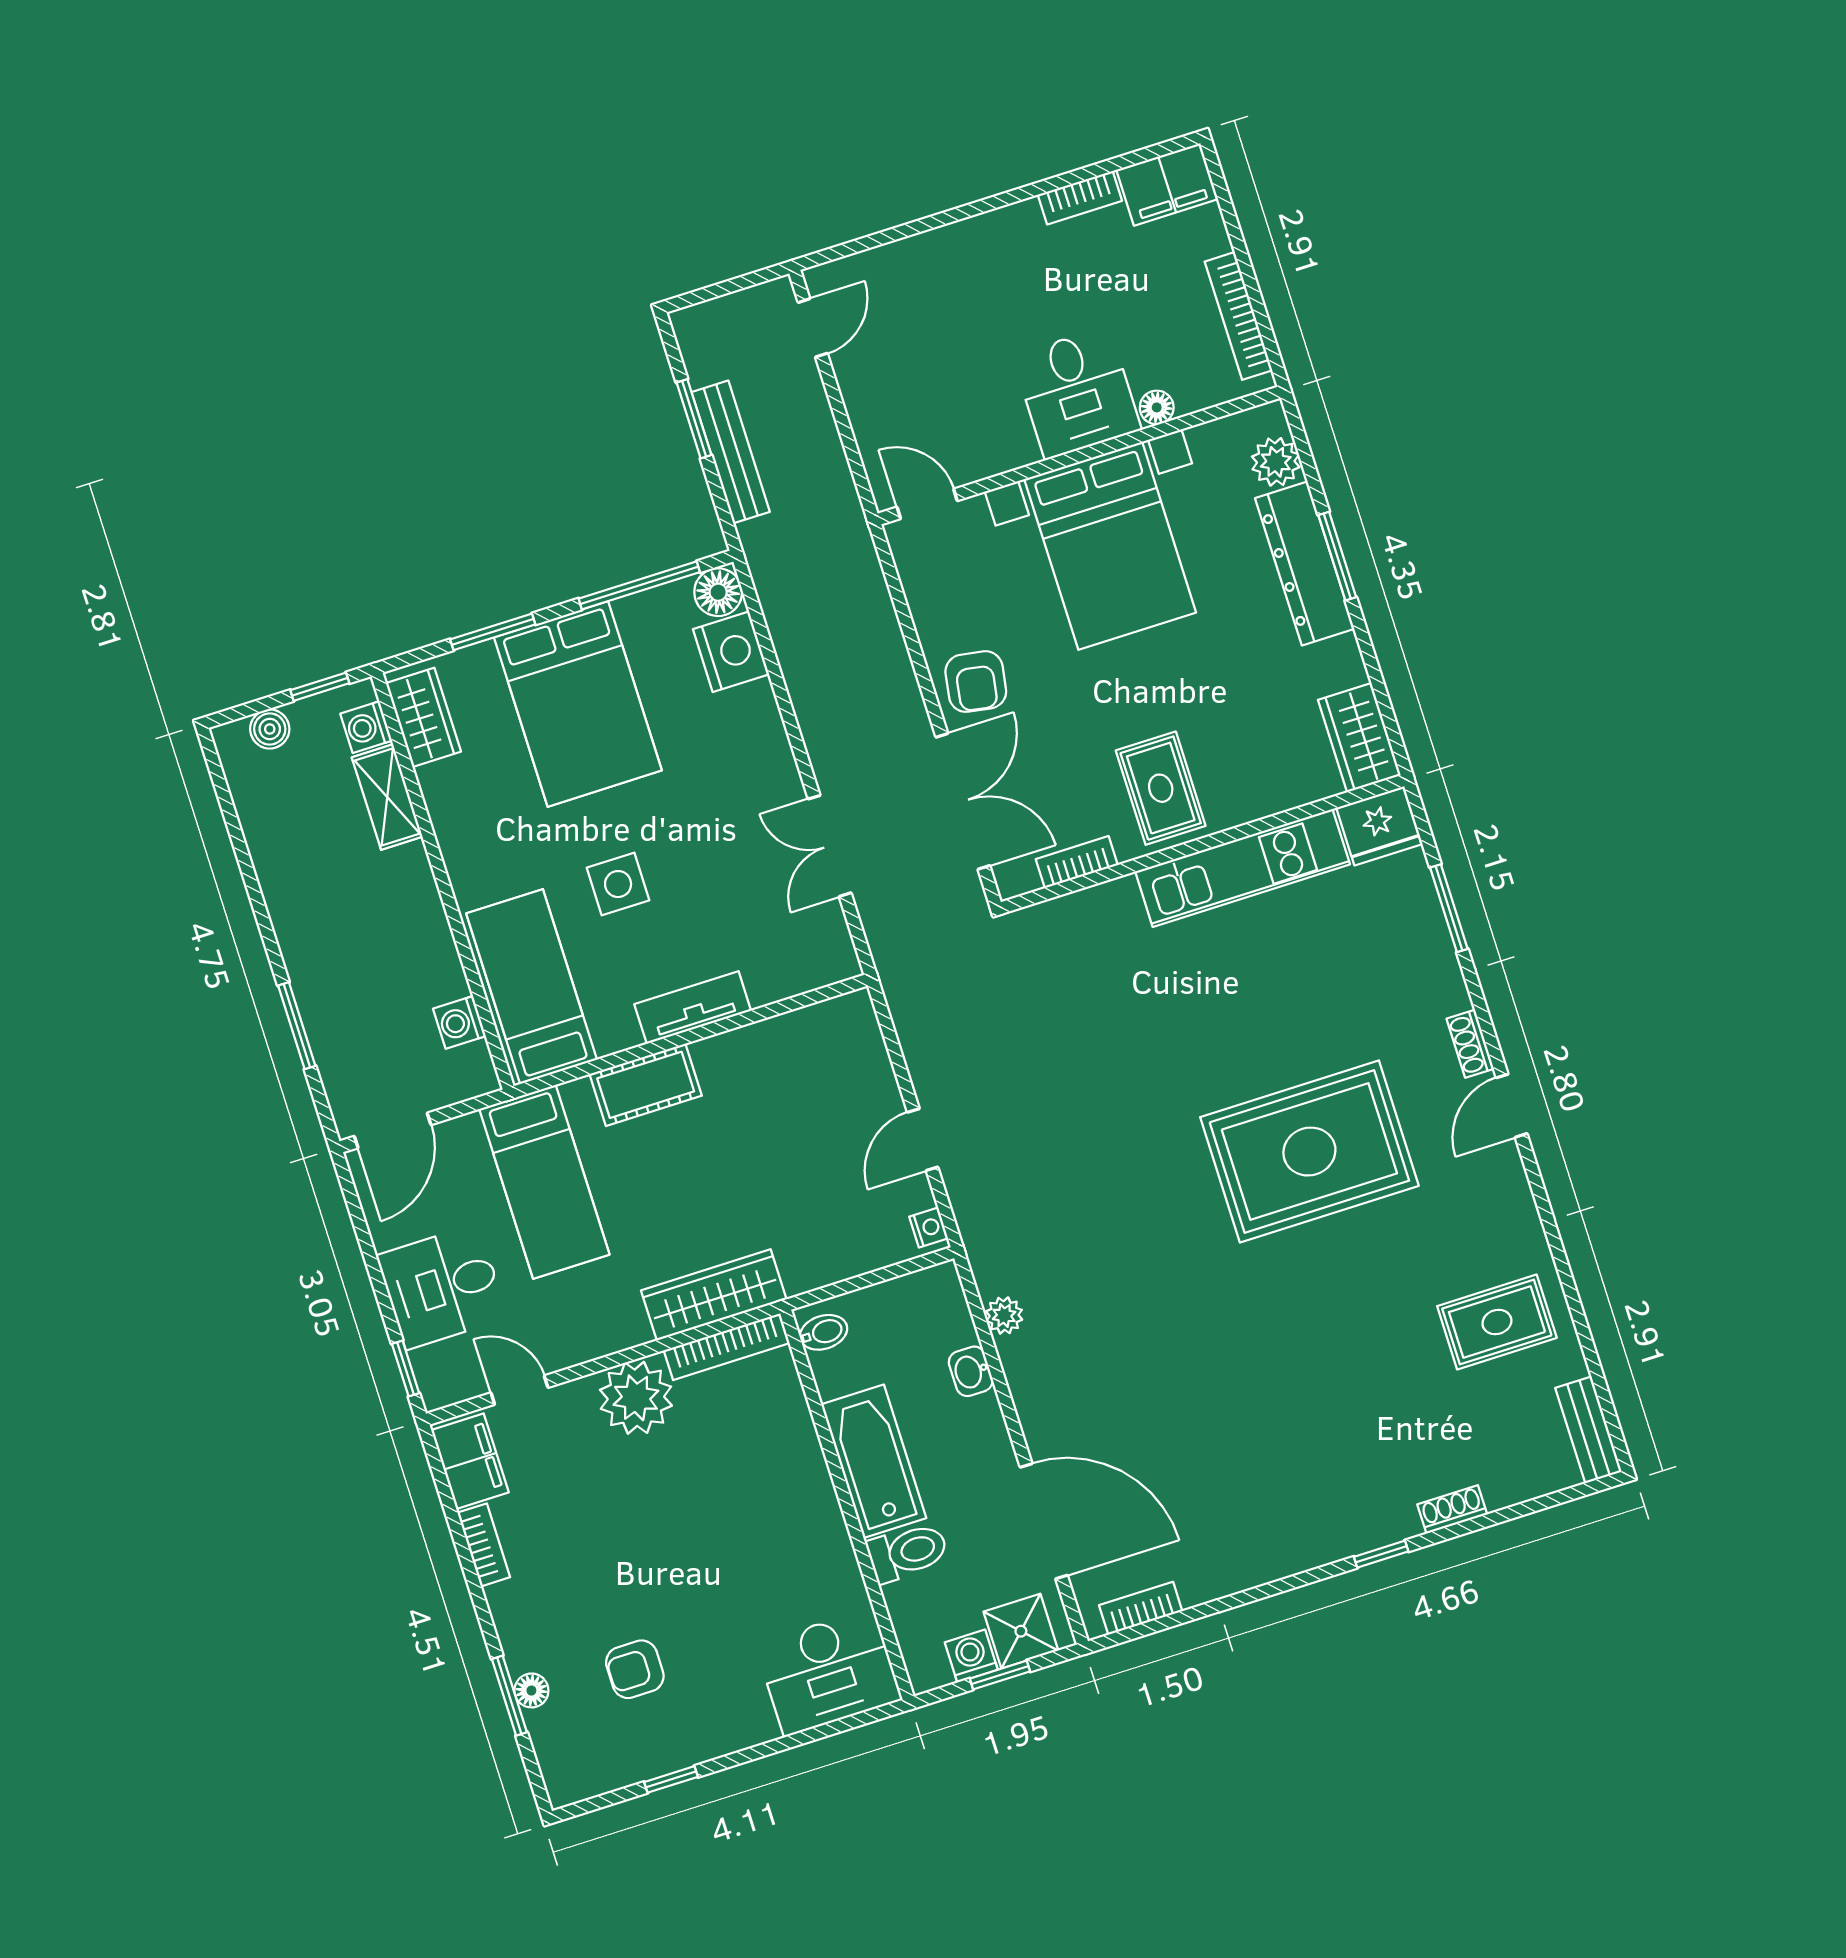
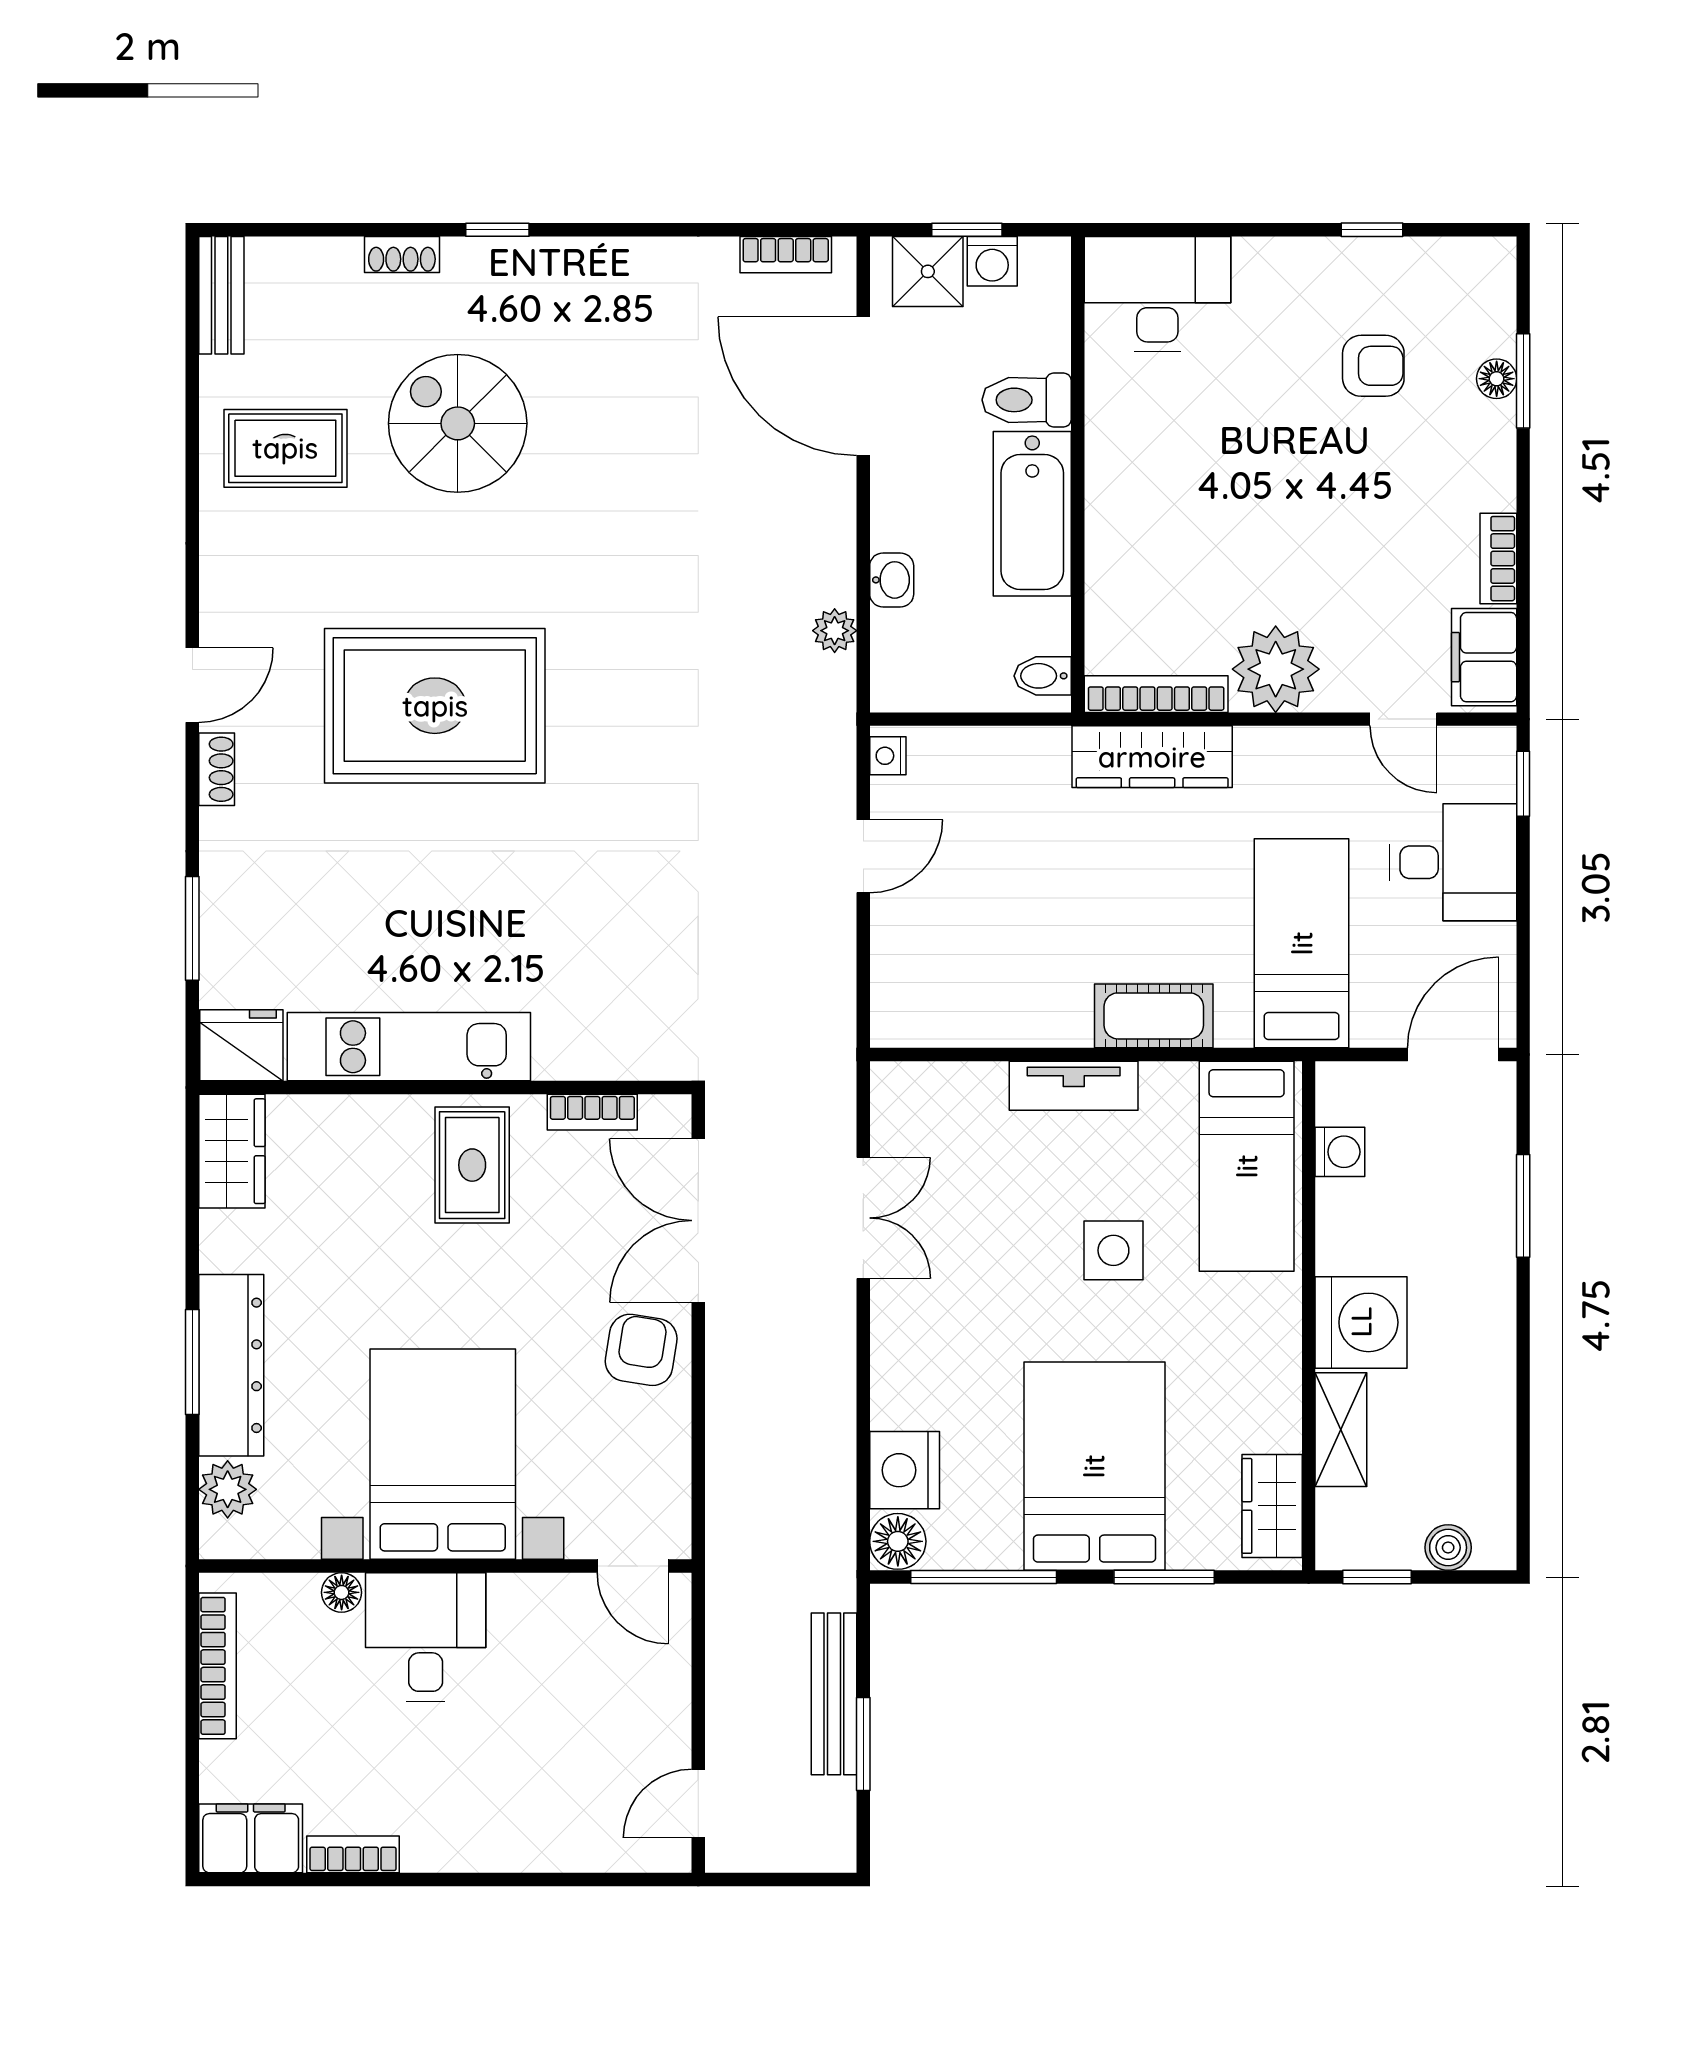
washing machine: (366, 727) -> (1361, 1322), moved, width x1.89, depth x1.89
spiral stairs: (1363, 1387) -> (458, 423), added

